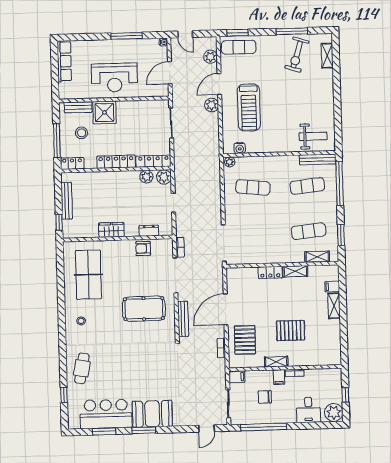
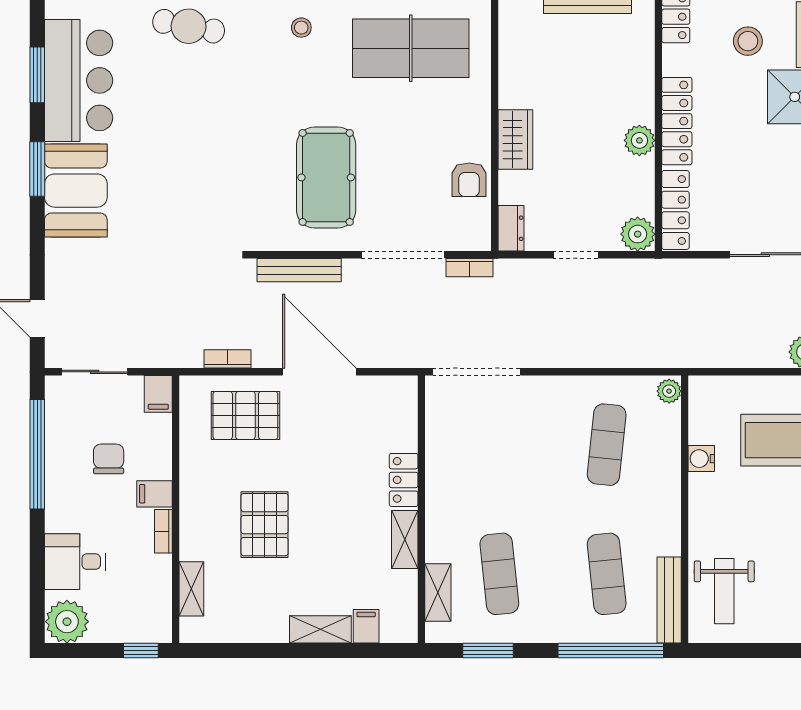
water cooler: (240, 148) -> (701, 459), moved
plant: (146, 177) -> (639, 140), moved
wardrobe: (111, 230) -> (515, 139), moved
dresser: (149, 231) -> (511, 228), moved
armchair: (143, 249) -> (469, 180), turned 180
shelving: (276, 362) -> (191, 589), moved
window: (345, 395) -> (141, 651), moved

